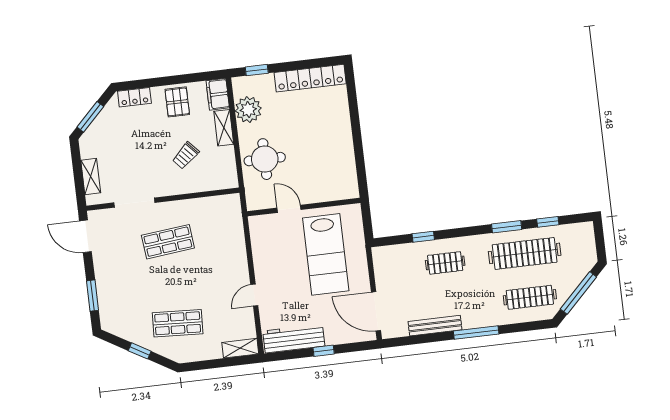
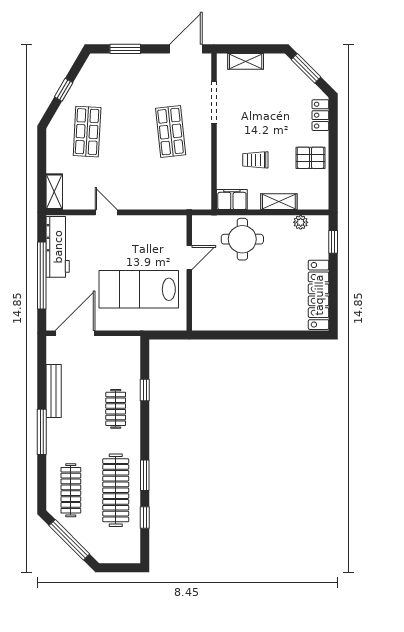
filing cabinet: (218, 94) -> (232, 200), moved
plant: (248, 110) -> (301, 222), width x0.53, depth x0.53
trolley: (186, 156) -> (255, 160), turned -48
window: (324, 351) -> (42, 276), width x3.17

